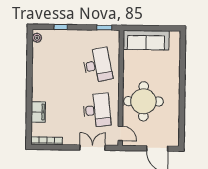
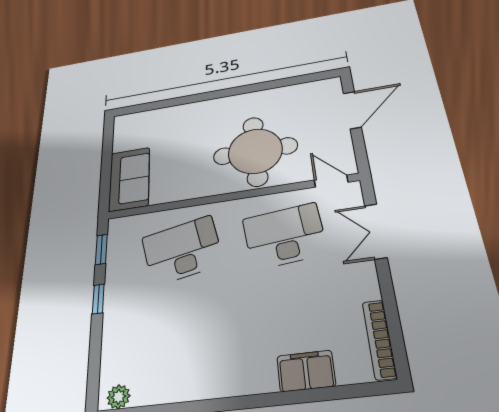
window: (61, 27) -> (98, 299), moved
sofa: (146, 40) -> (129, 179), width x0.73
door: (120, 133) -> (331, 181), hinge flipped

